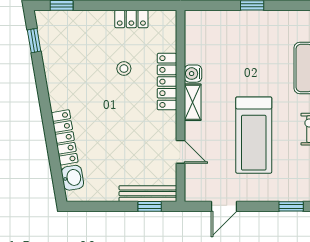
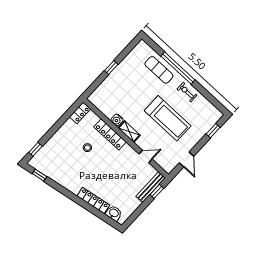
locker: (131, 19) -> (80, 113), moved

